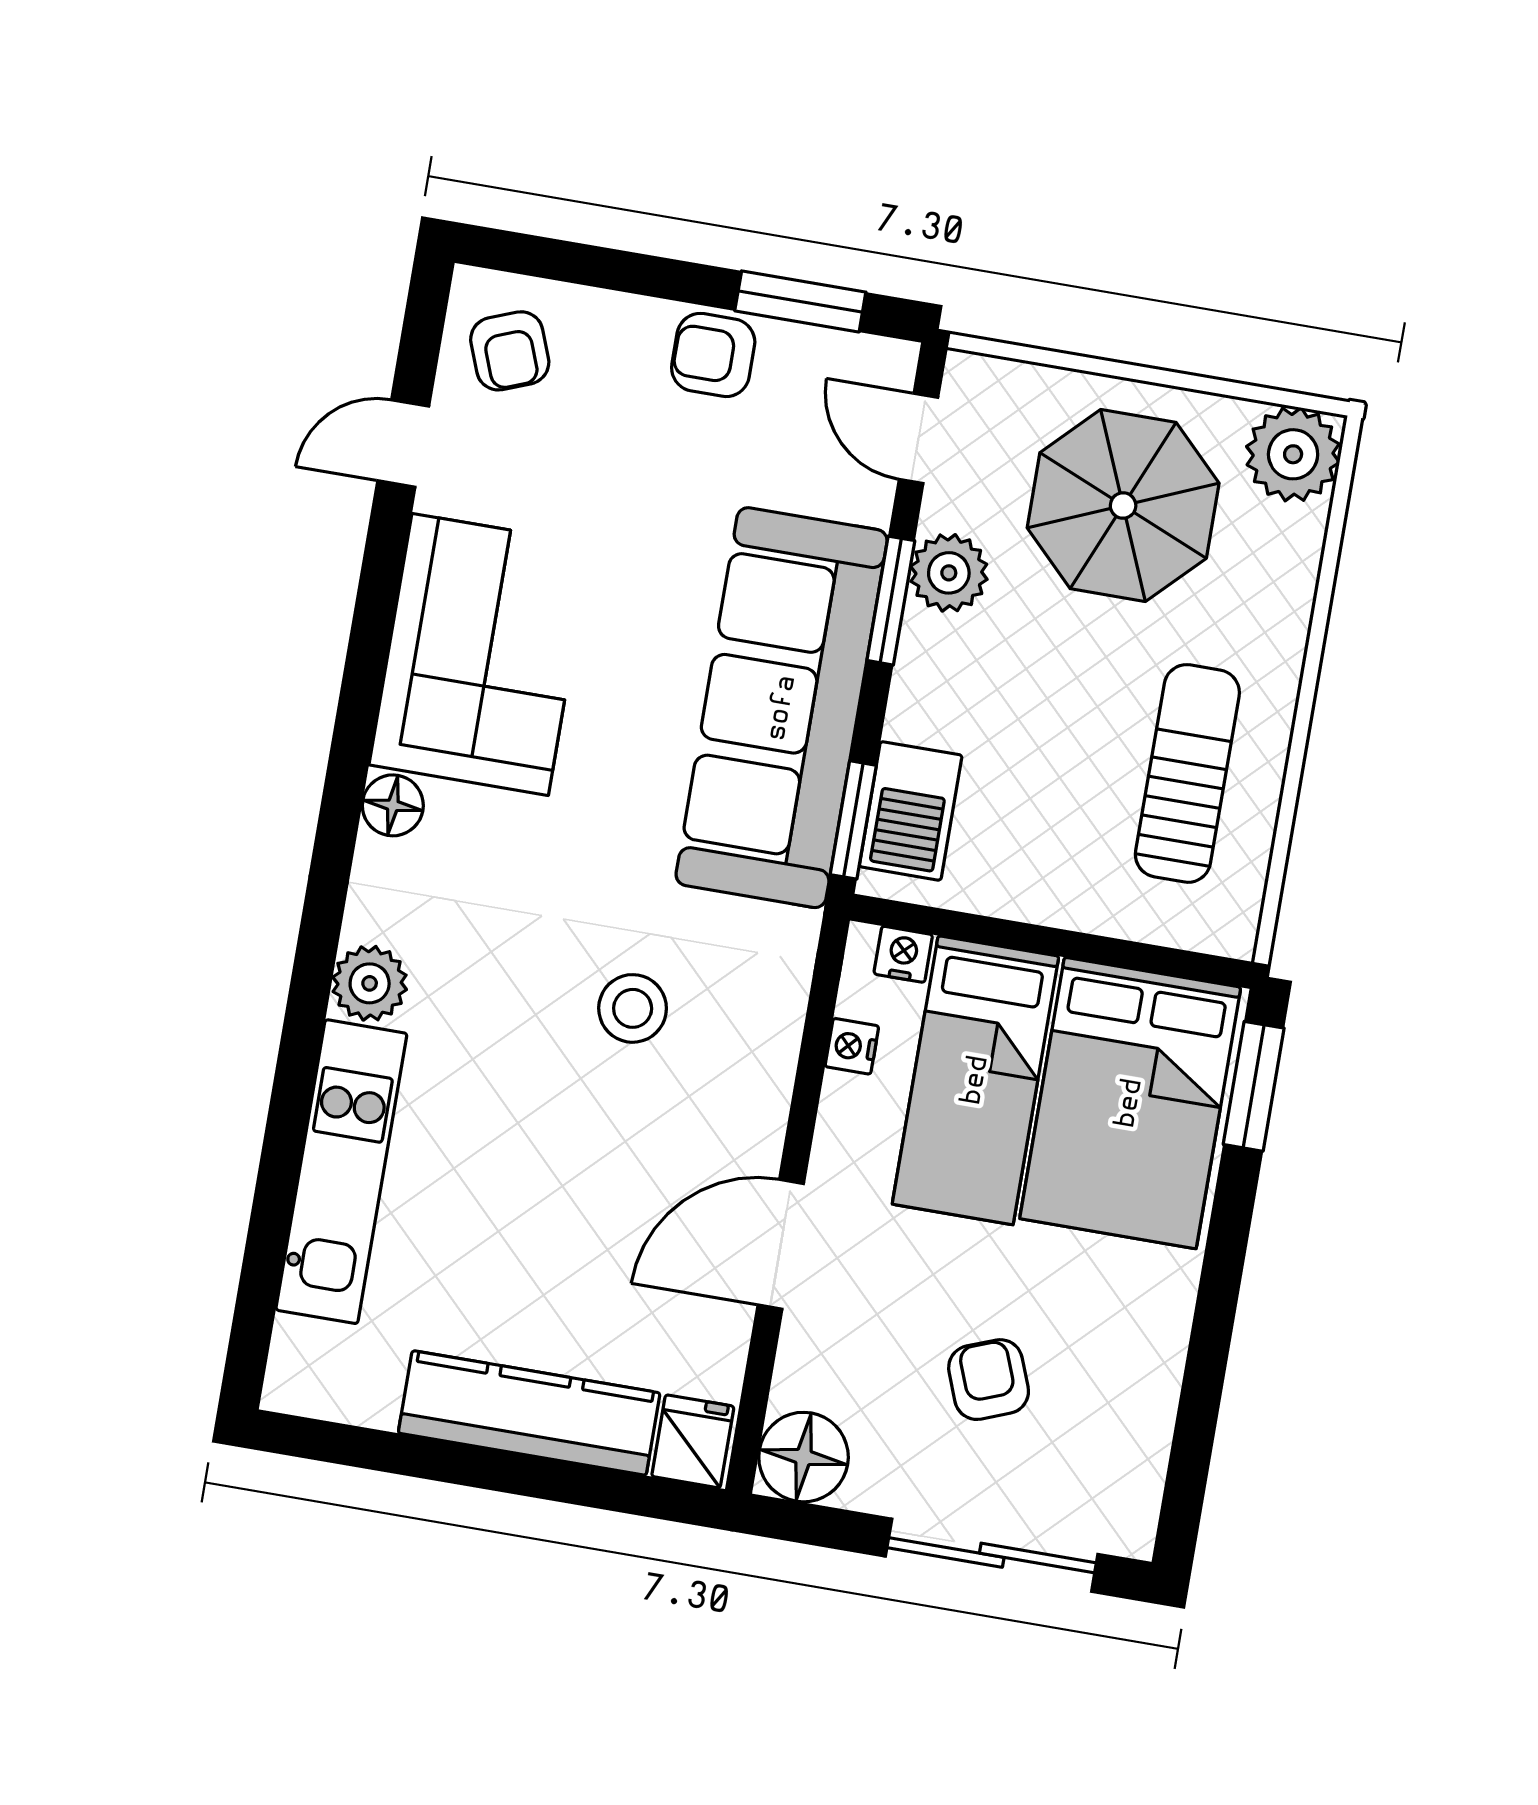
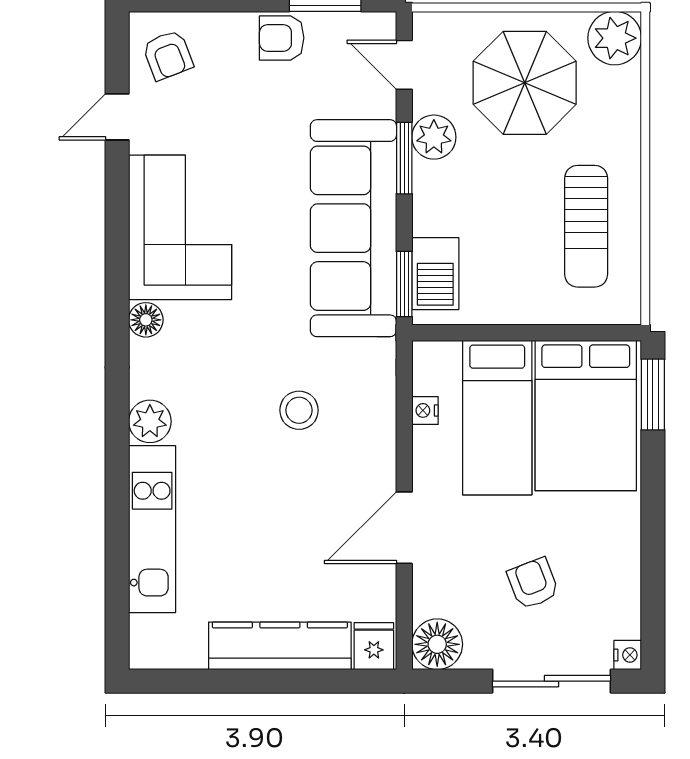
sun lounger: (1187, 773) -> (586, 226), turned 180
nightstand: (903, 954) -> (628, 655), moved, turned 90

